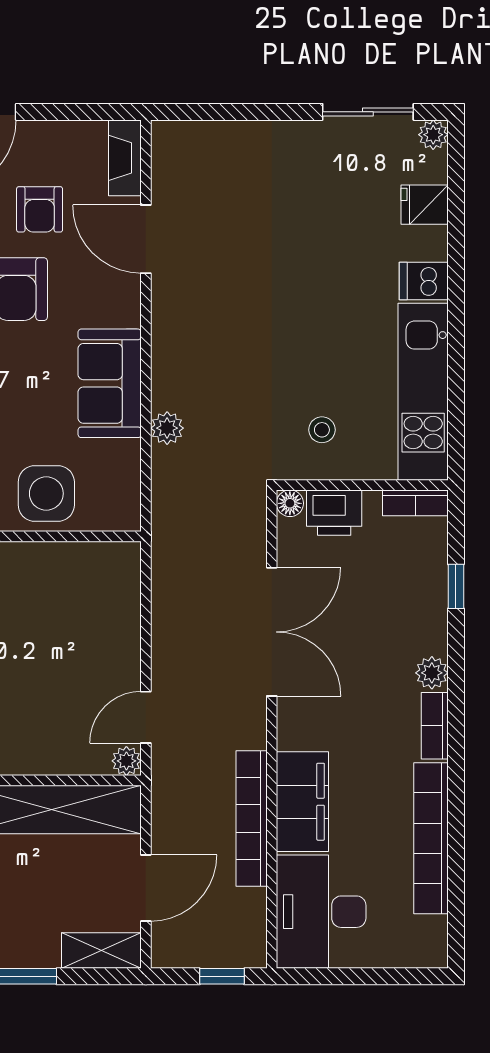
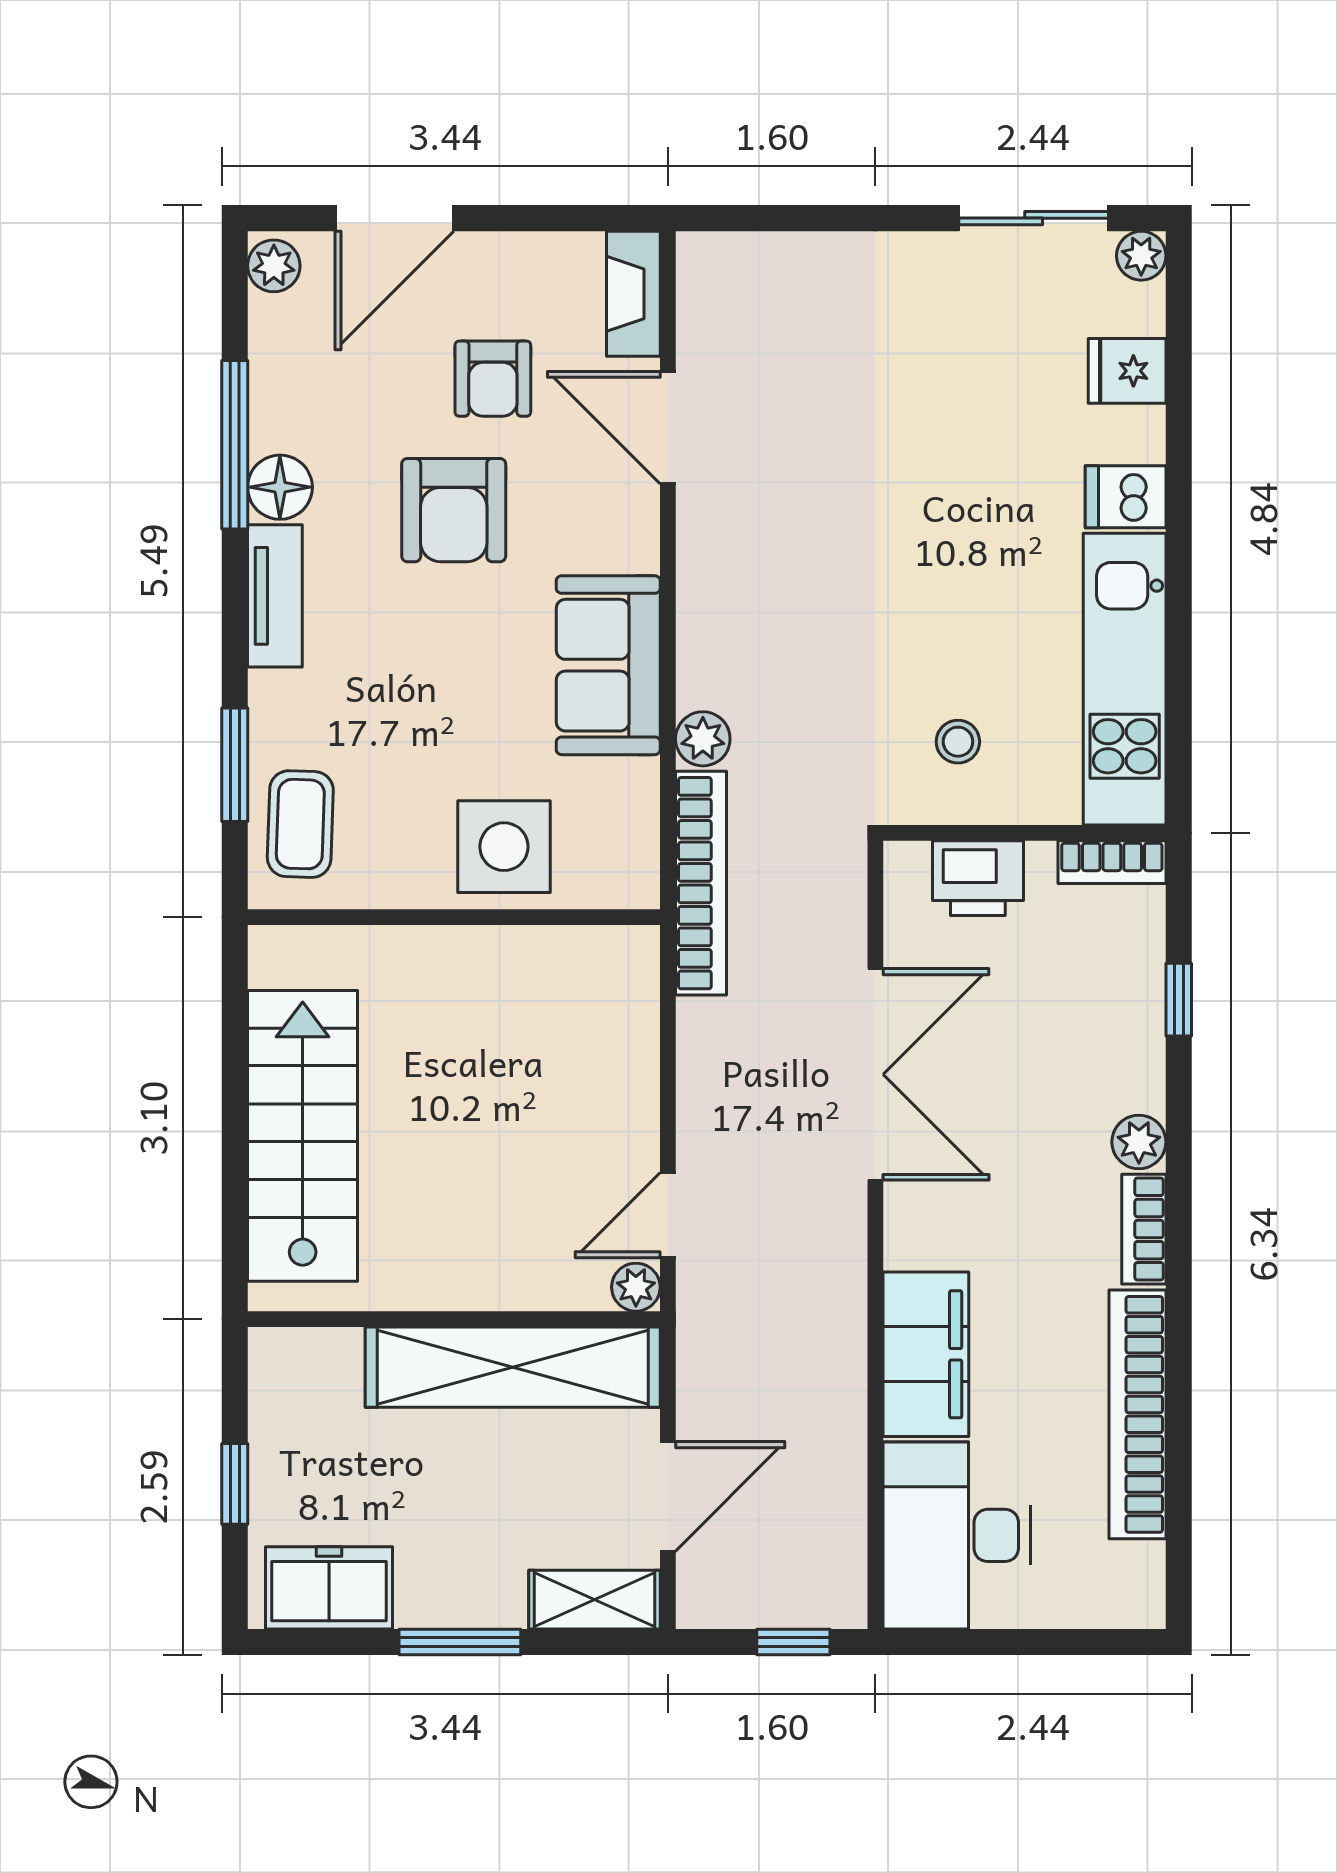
floor lamp: (290, 503) -> (905, 863), removed
bookcase: (252, 819) -> (701, 883), moved, turned 180

